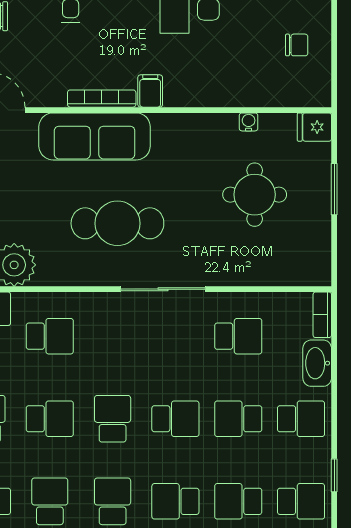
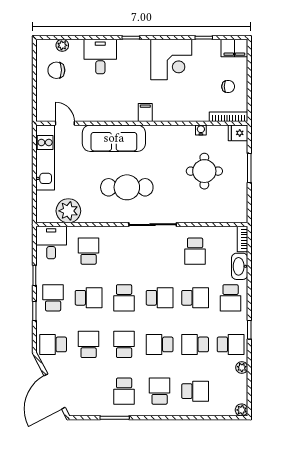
bookcase: (102, 99) -> (228, 117), moved
school desk: (50, 336) -> (89, 251), turned -90
school desk: (238, 336) -> (195, 251), turned 90
school desk: (113, 419) -> (124, 298), turned 180
school desk: (238, 419) -> (195, 298), turned 180
school desk: (301, 419) -> (231, 298), turned 90

